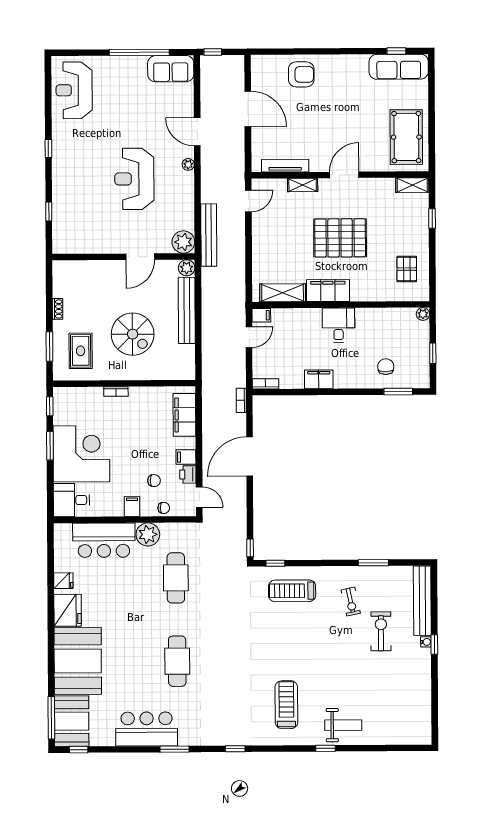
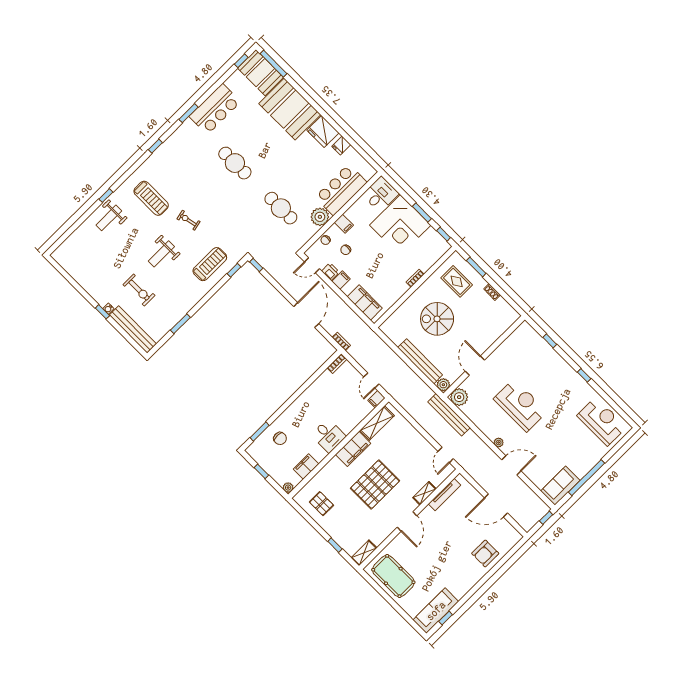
filing cabinet: (319, 379) -> (306, 467), moved, turned 180
exercise bike: (351, 602) -> (188, 220), moved
weight bench: (327, 644) -> (161, 254), added

